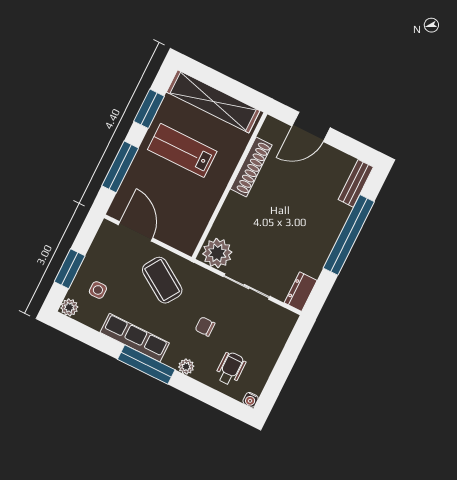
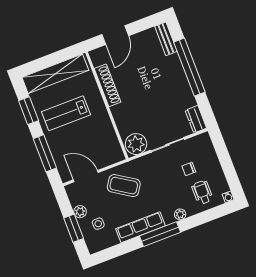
plant: (69, 307) -> (80, 212), moved
chair: (205, 327) -> (189, 169), moved

